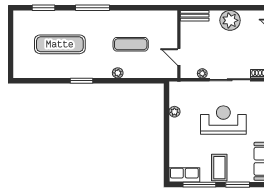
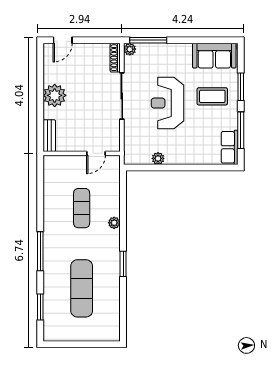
plant: (202, 73) -> (115, 127), removed
coffee table: (219, 168) -> (212, 96), moved

